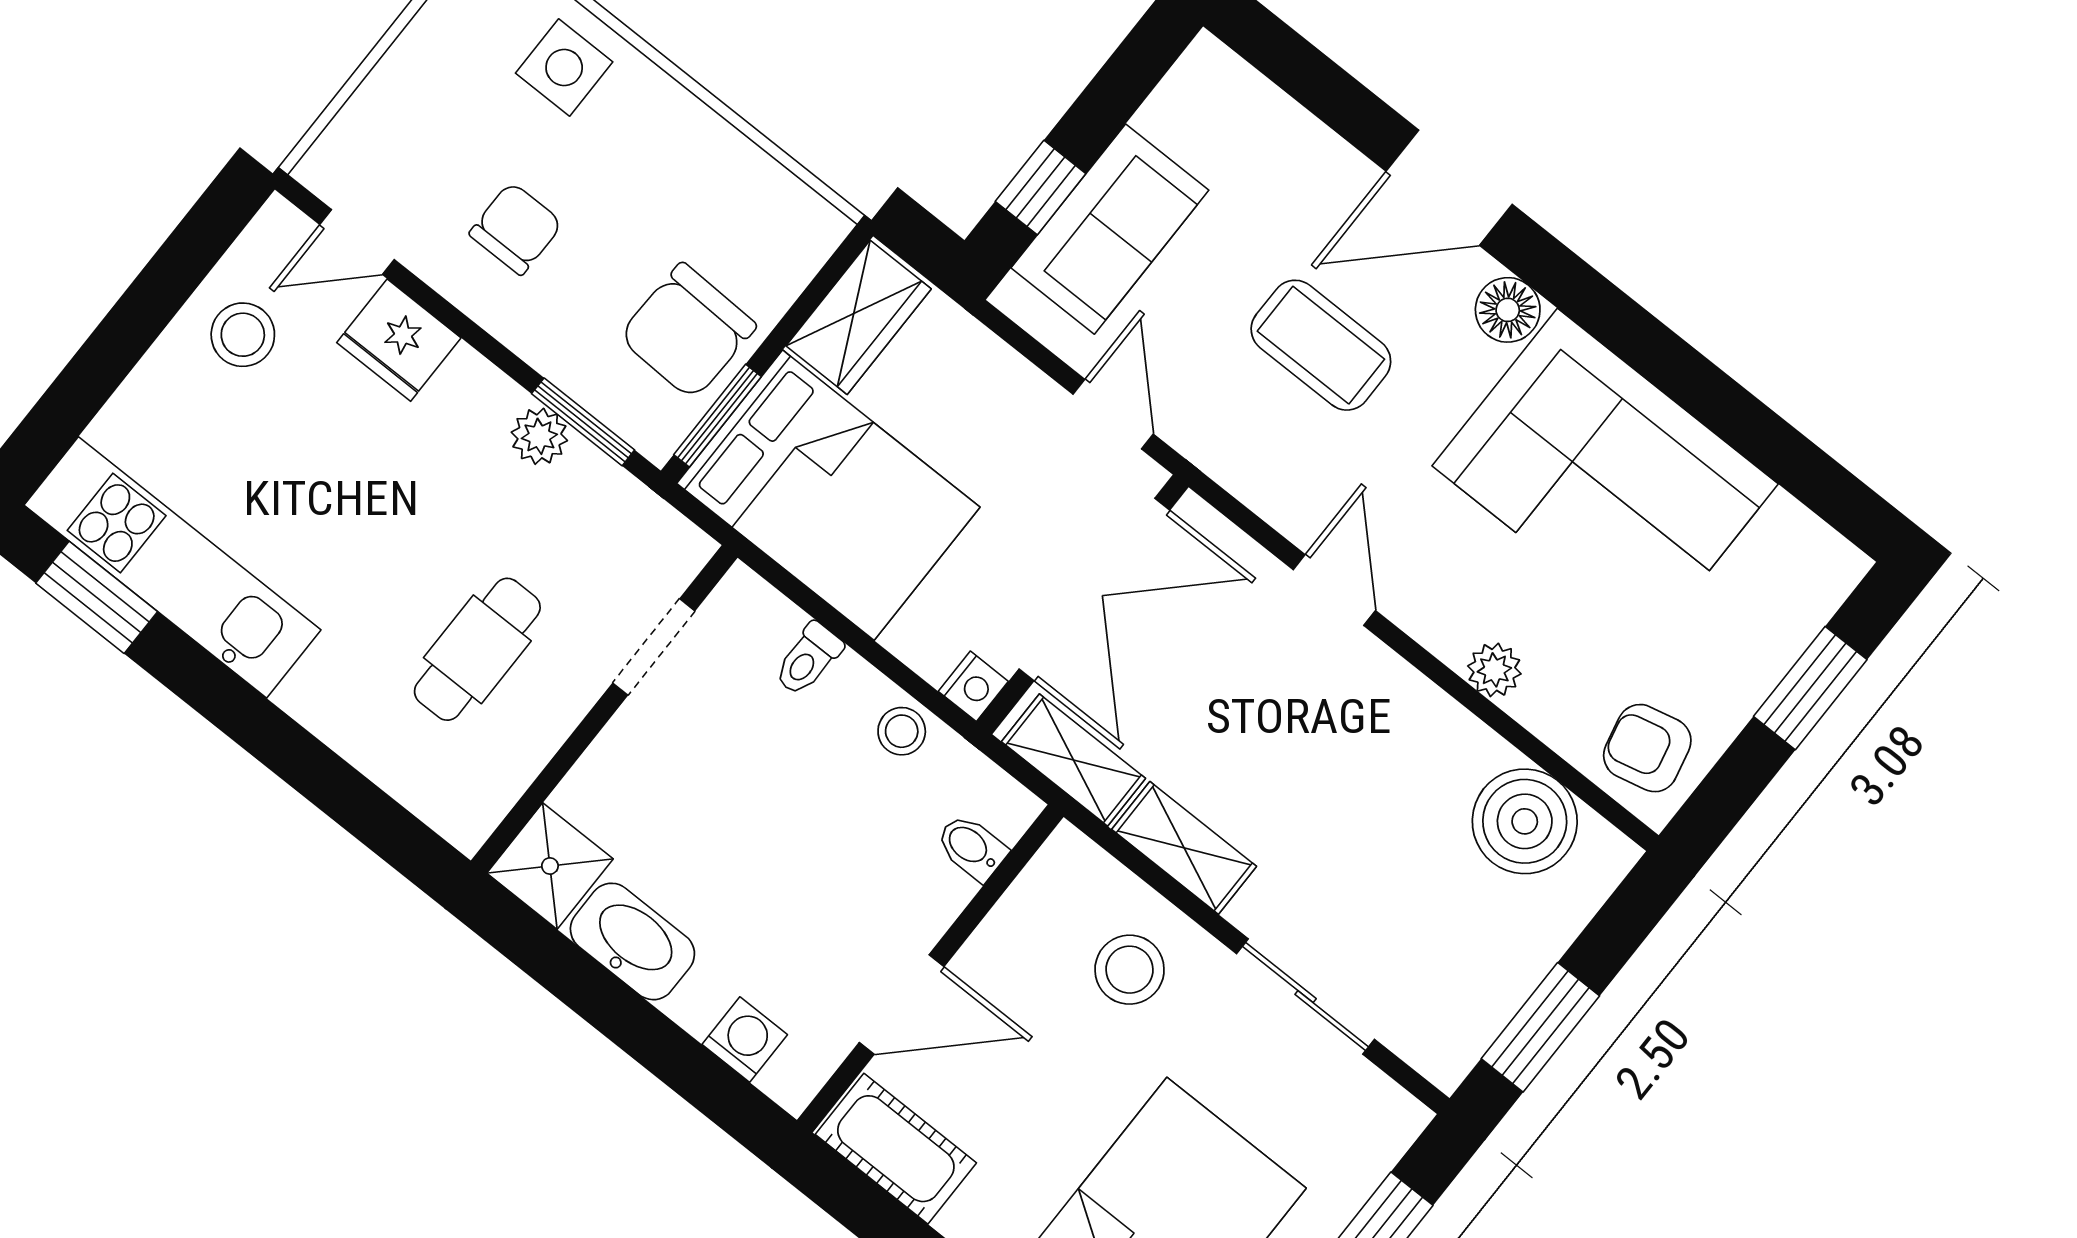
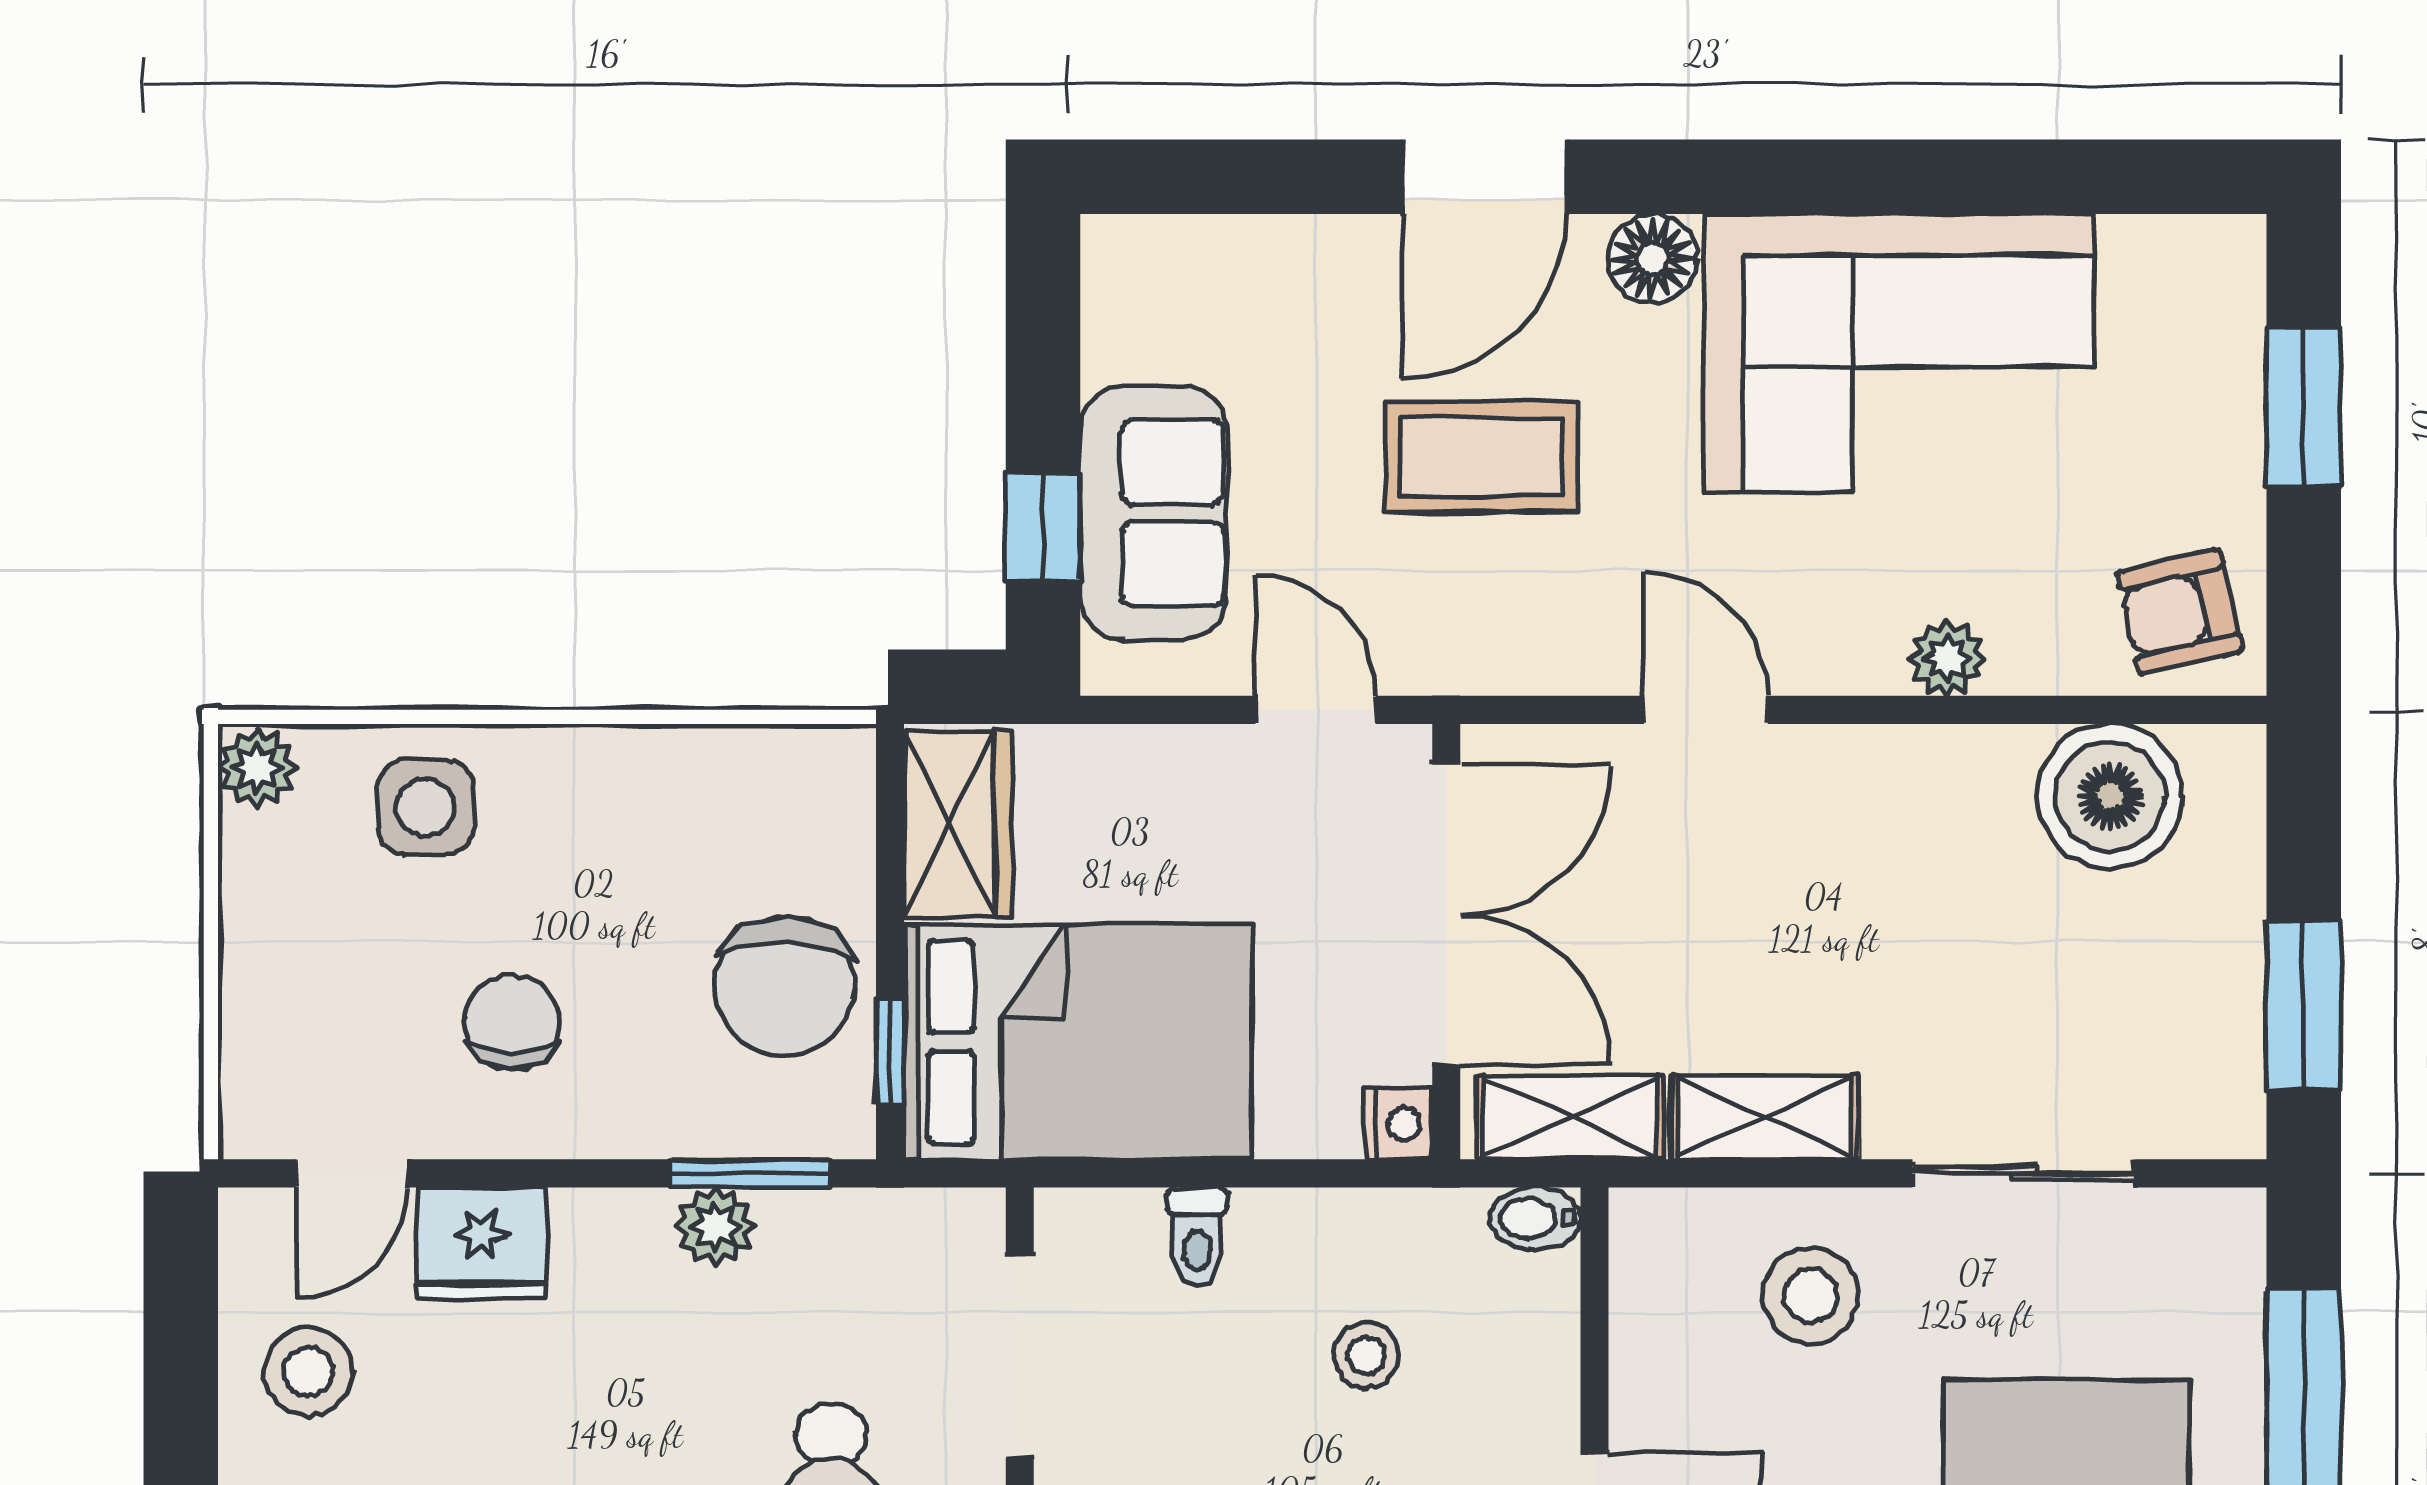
window: (717, 416) -> (890, 1051), width x0.67
doorway: (654, 647) -> (1020, 1356), width x1.38
stool: (902, 731) -> (1366, 1355), moved
bidet: (972, 847) -> (1535, 1218), moved

